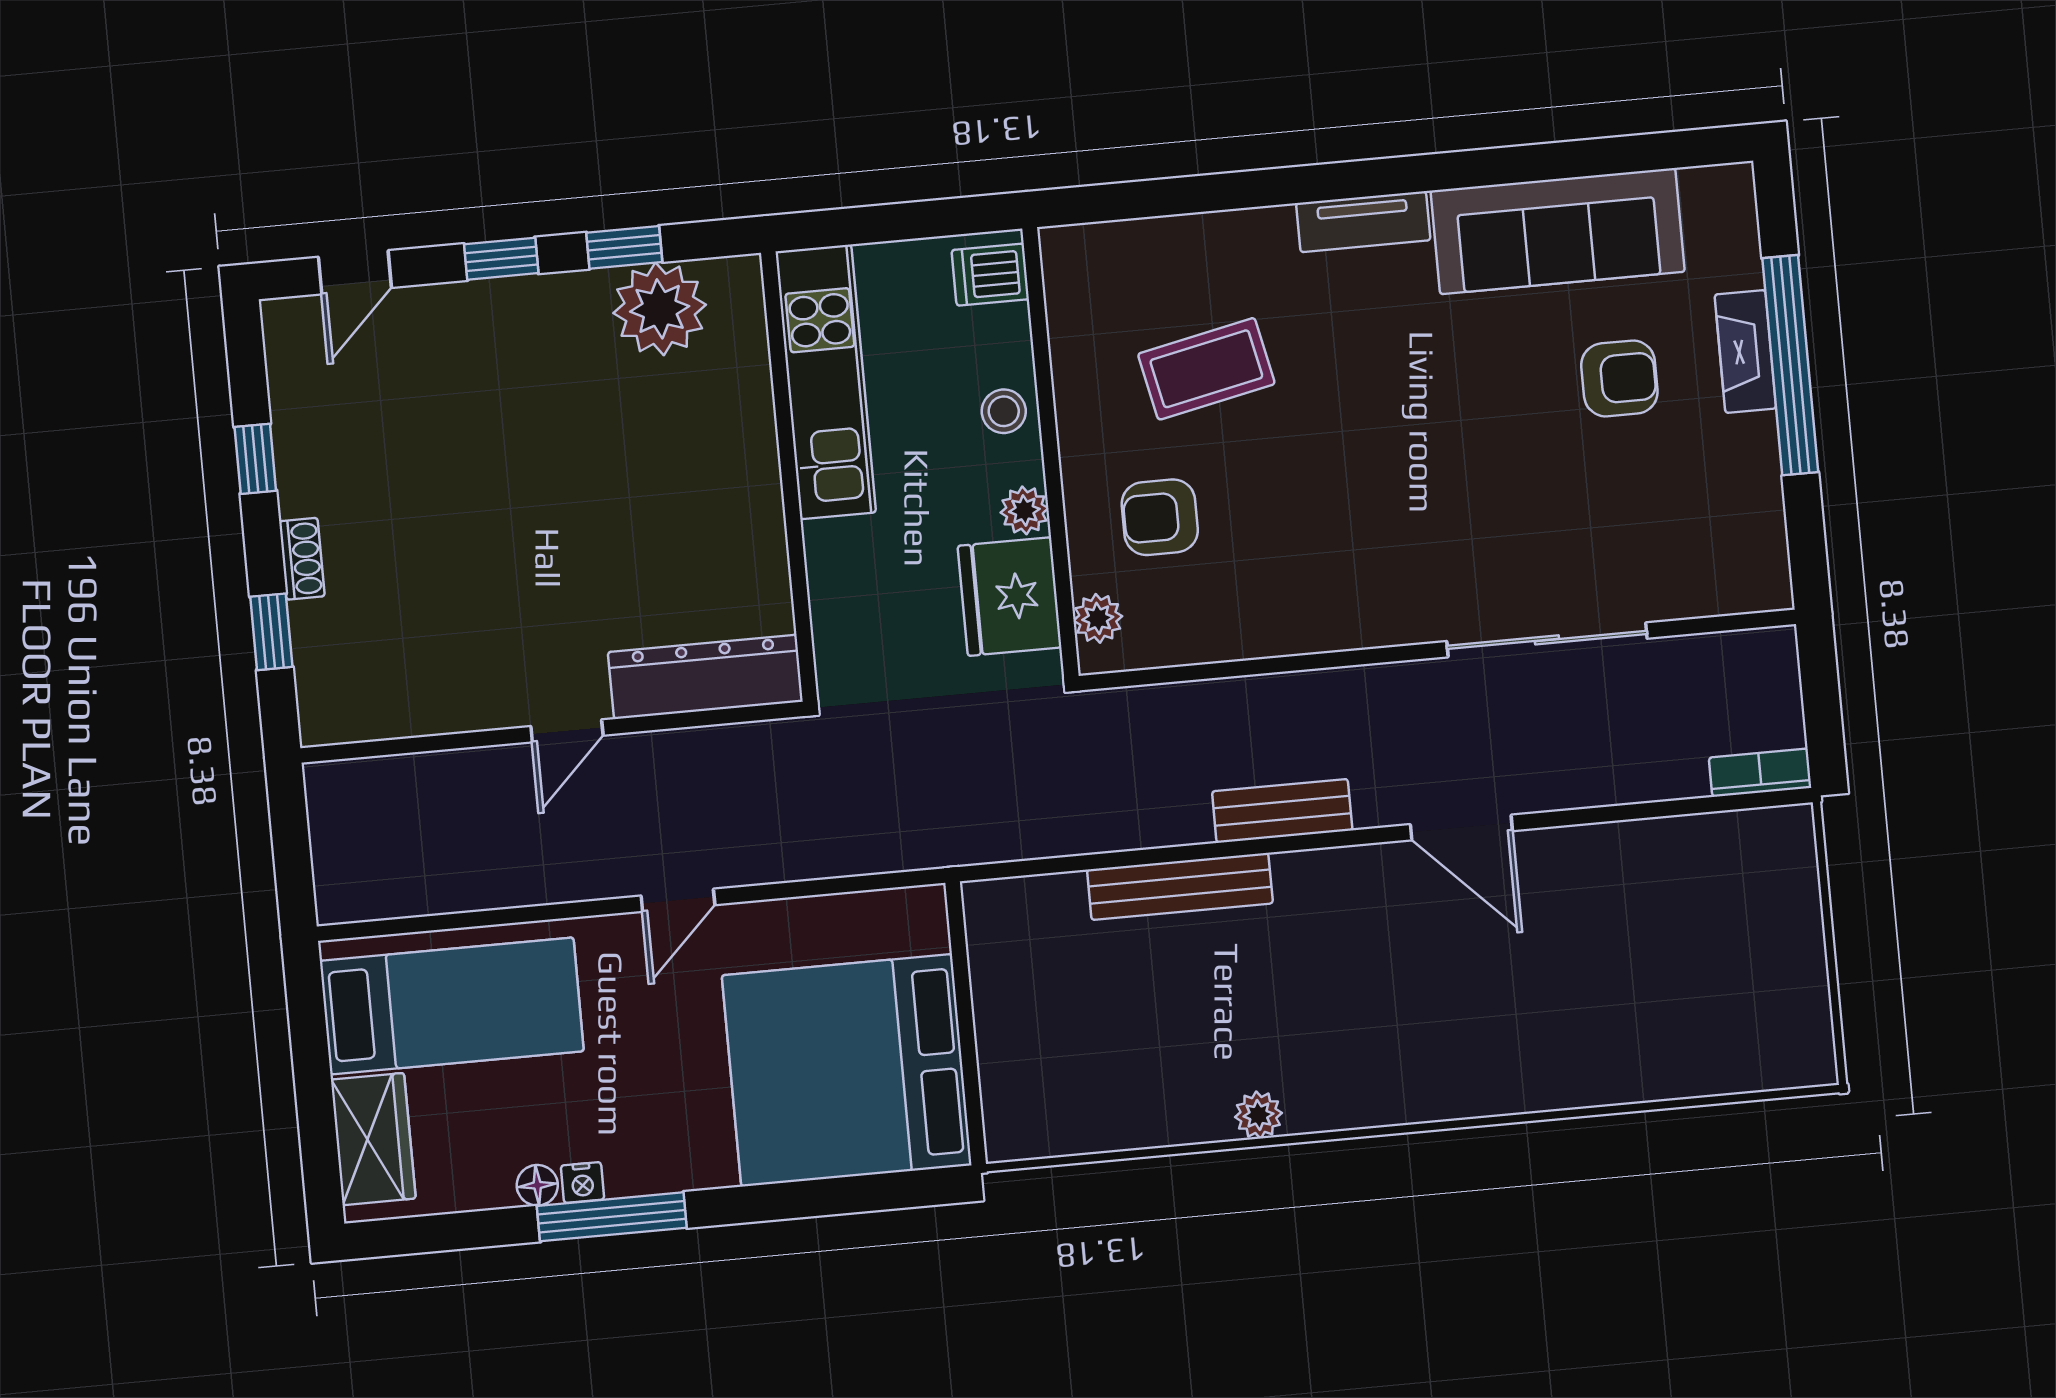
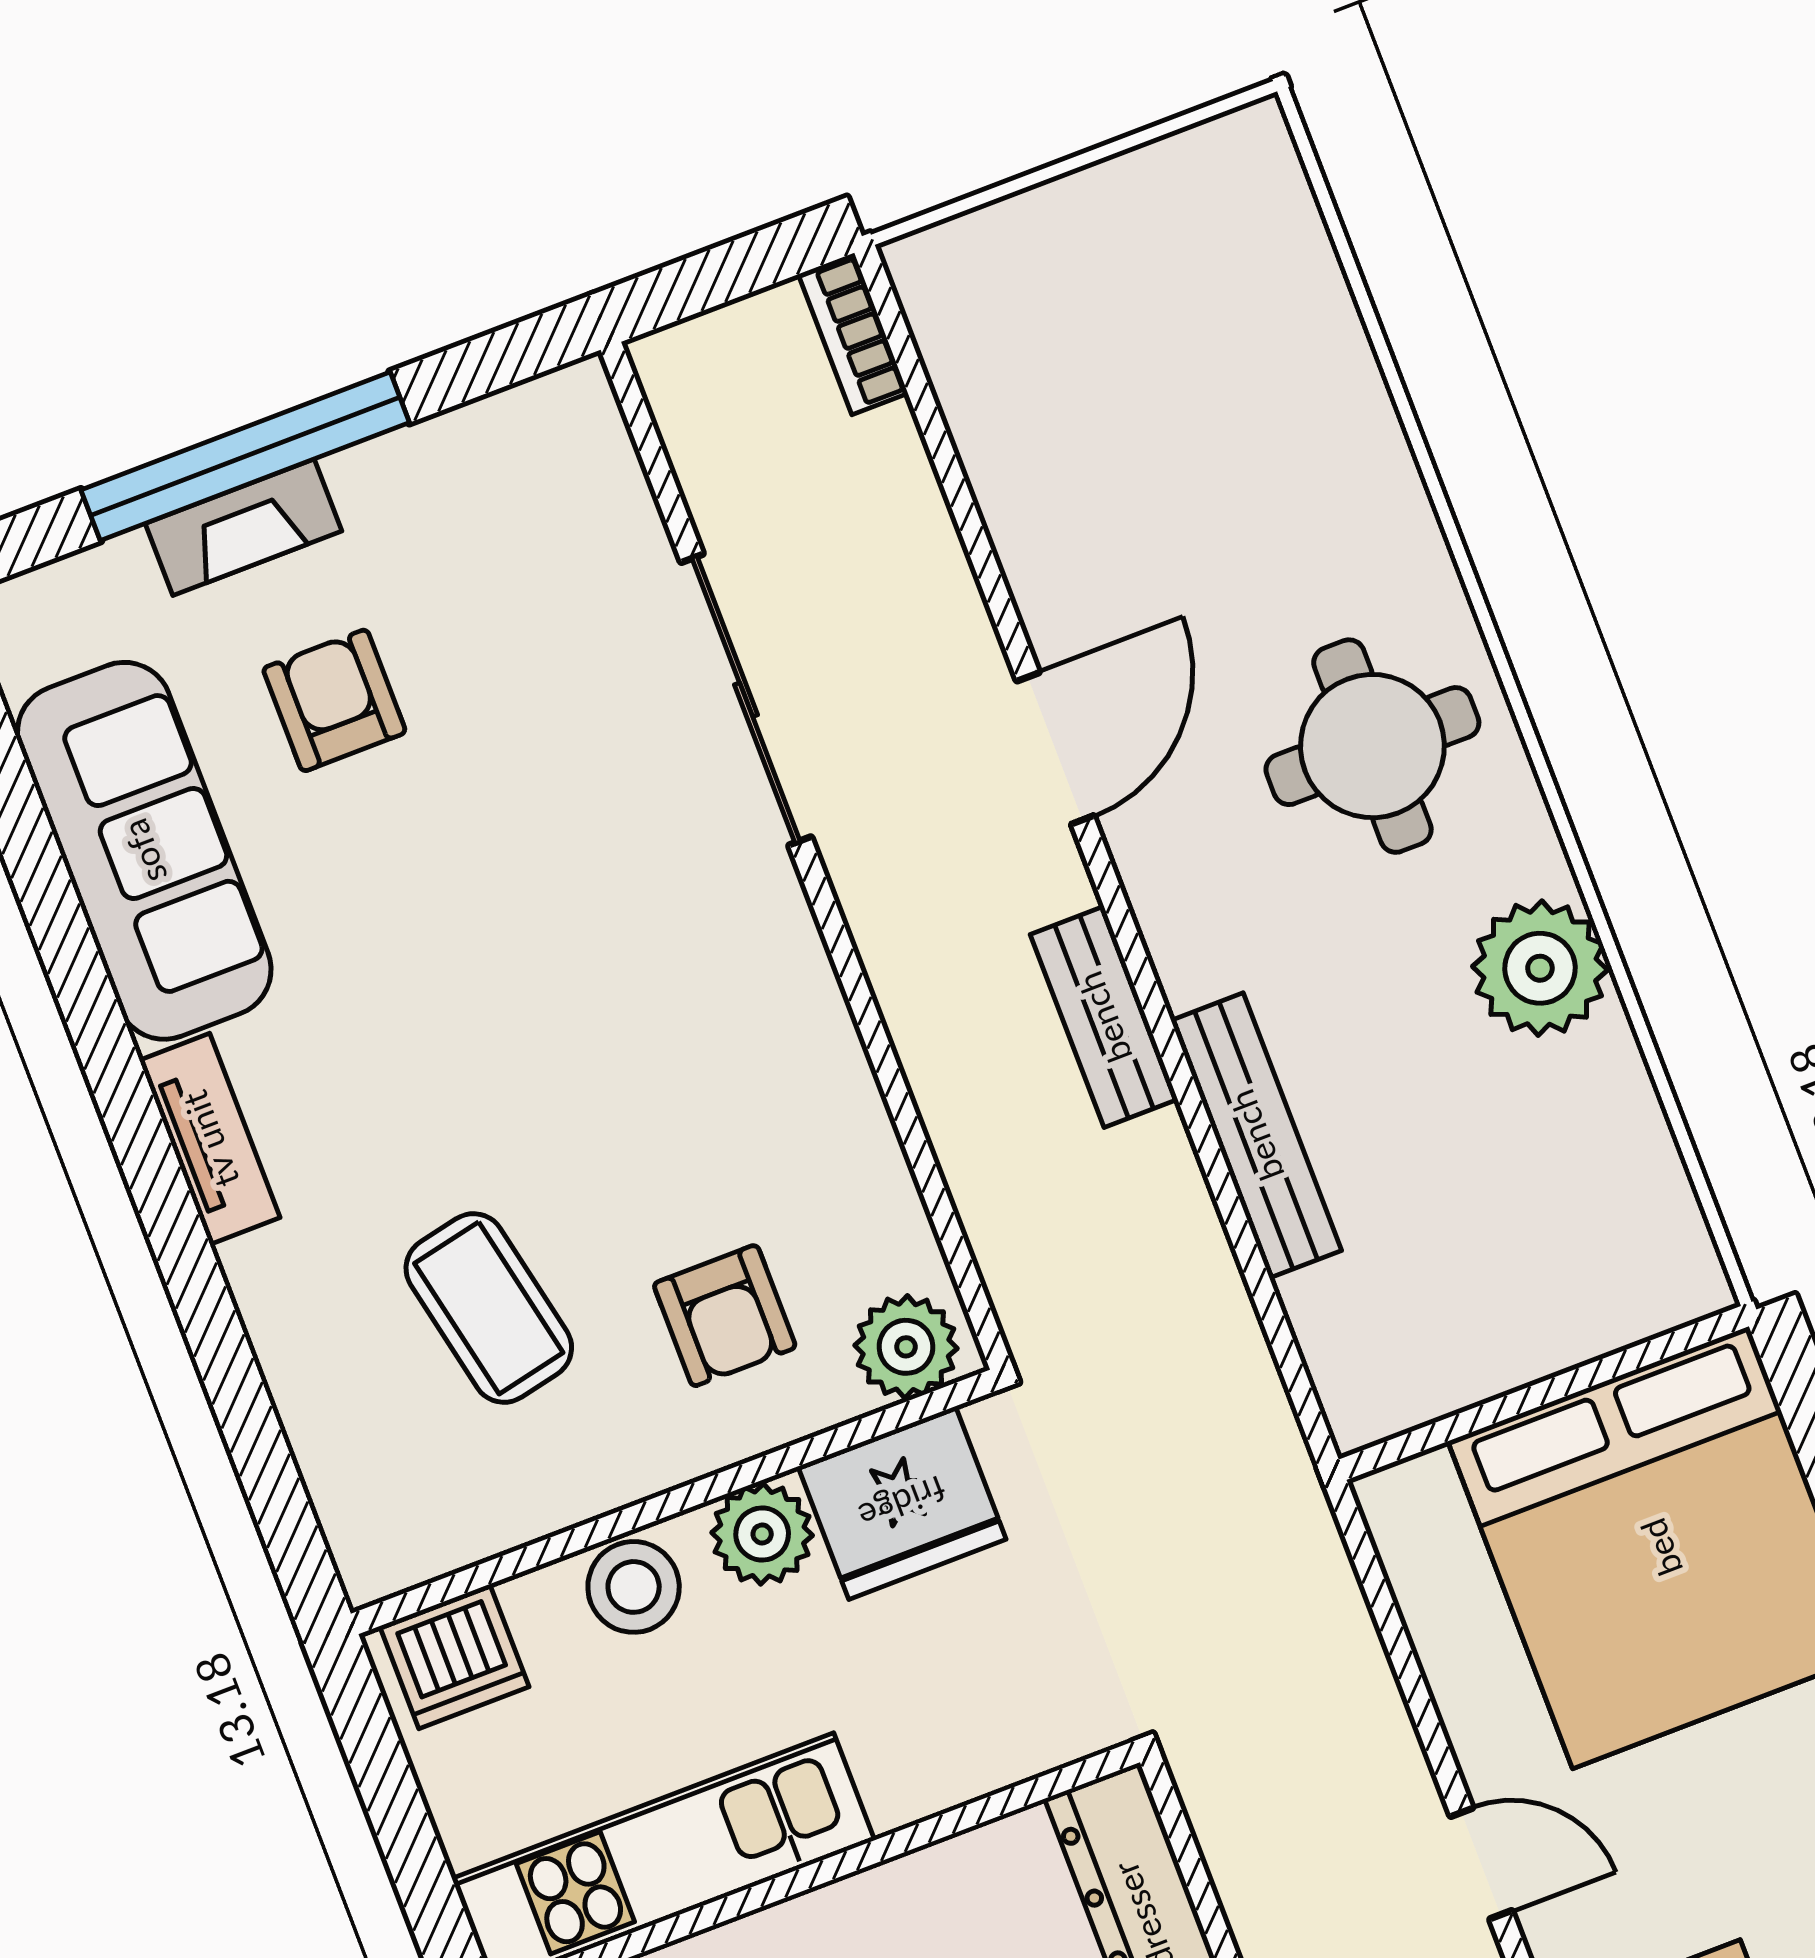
dishwasher: (990, 275) -> (454, 1656), width x1.38
stool: (1004, 411) -> (634, 1587), width x1.37, depth x1.37
plant: (1024, 510) -> (762, 1534), width x1.38, depth x1.38
plant: (1098, 618) -> (906, 1347), width x1.38, depth x1.38
round table: (1406, 1029) -> (1372, 746), added
plant: (1258, 1115) -> (1540, 968), width x1.87, depth x1.87

